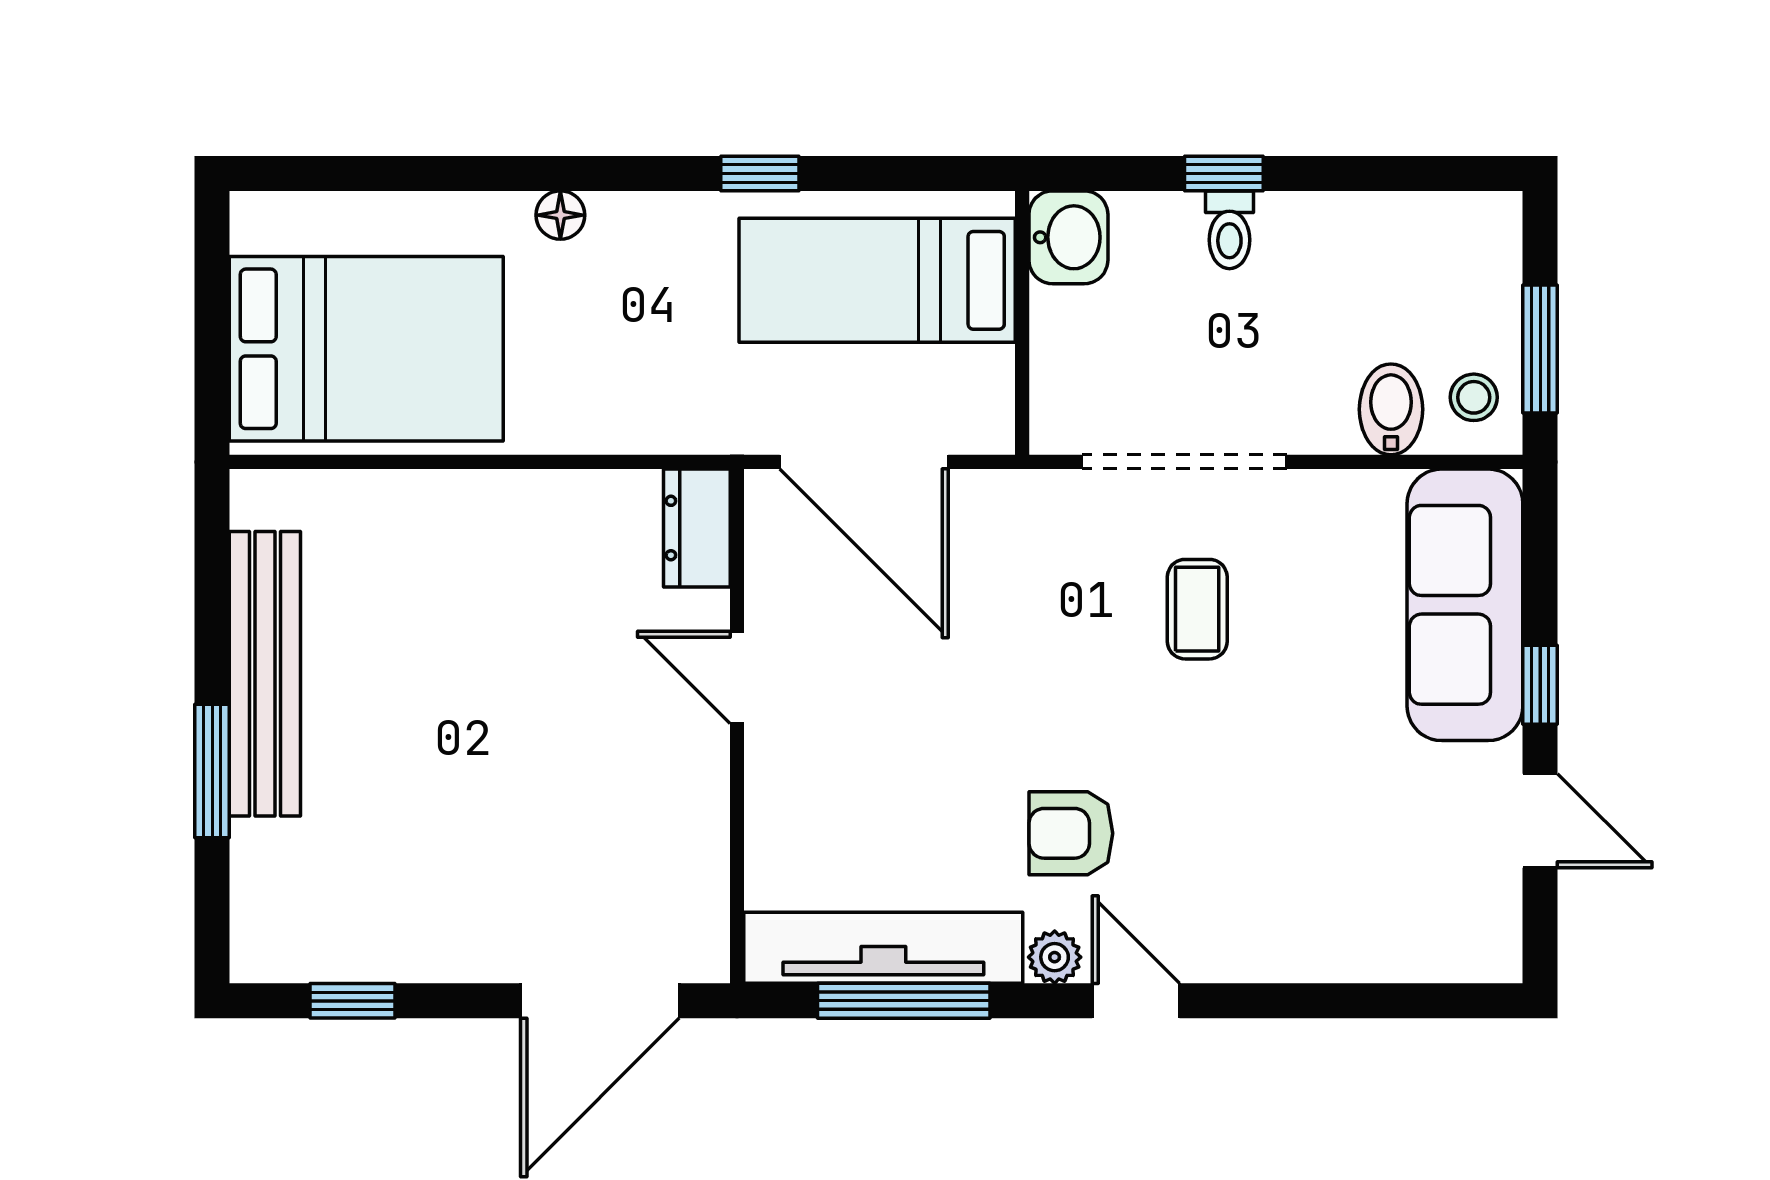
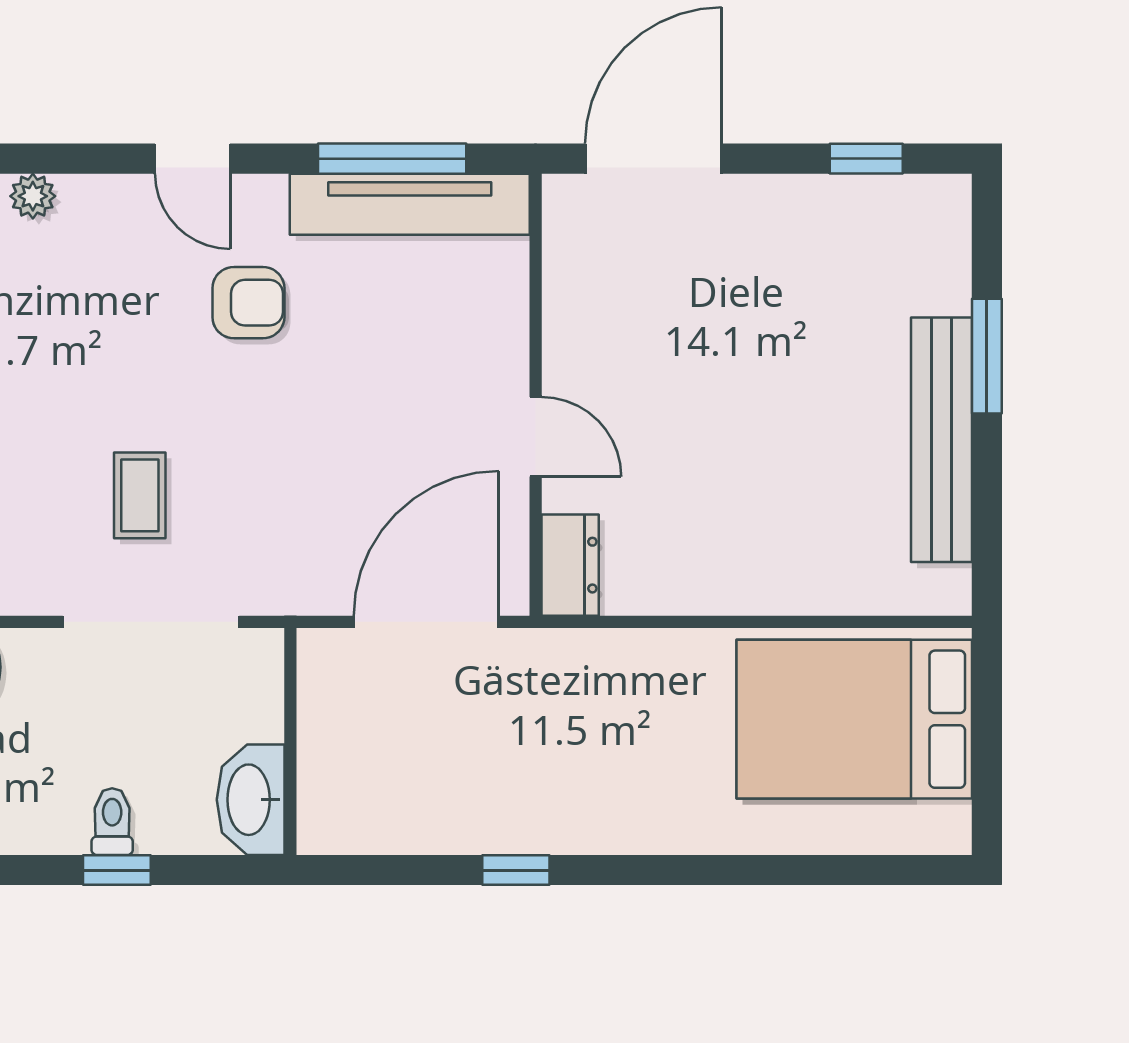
floor lamp: (560, 215) -> (687, 834), removed
washbasin: (1068, 237) -> (251, 800), width x1.38
bed: (877, 280) -> (415, 778), removed
door: (864, 462) -> (426, 622), hinge flipped
plant: (1055, 957) -> (33, 196), moved

